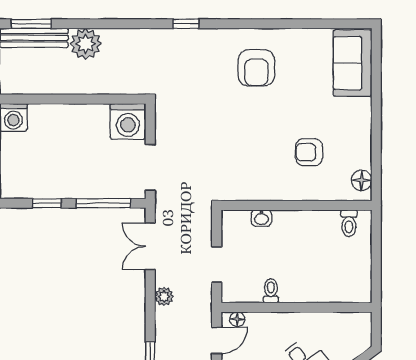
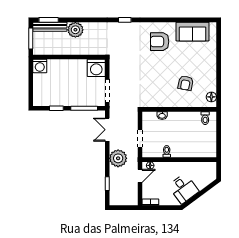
sofa: (352, 63) -> (193, 32), moved, turned -90
armchair: (256, 68) -> (160, 42), turned 90
armchair: (309, 152) -> (186, 83), turned -79
plant: (164, 296) -> (118, 158), width x1.87, depth x1.87

